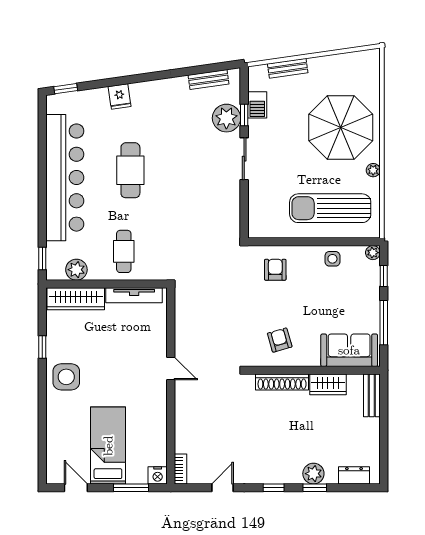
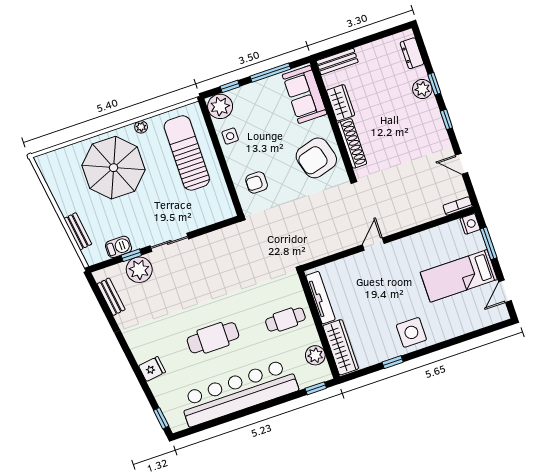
sun lounger: (330, 208) -> (187, 153), turned 180
plant: (373, 253) -> (220, 106), width x1.88, depth x1.88
armchair: (280, 340) -> (316, 158), width x1.88, depth x1.88

